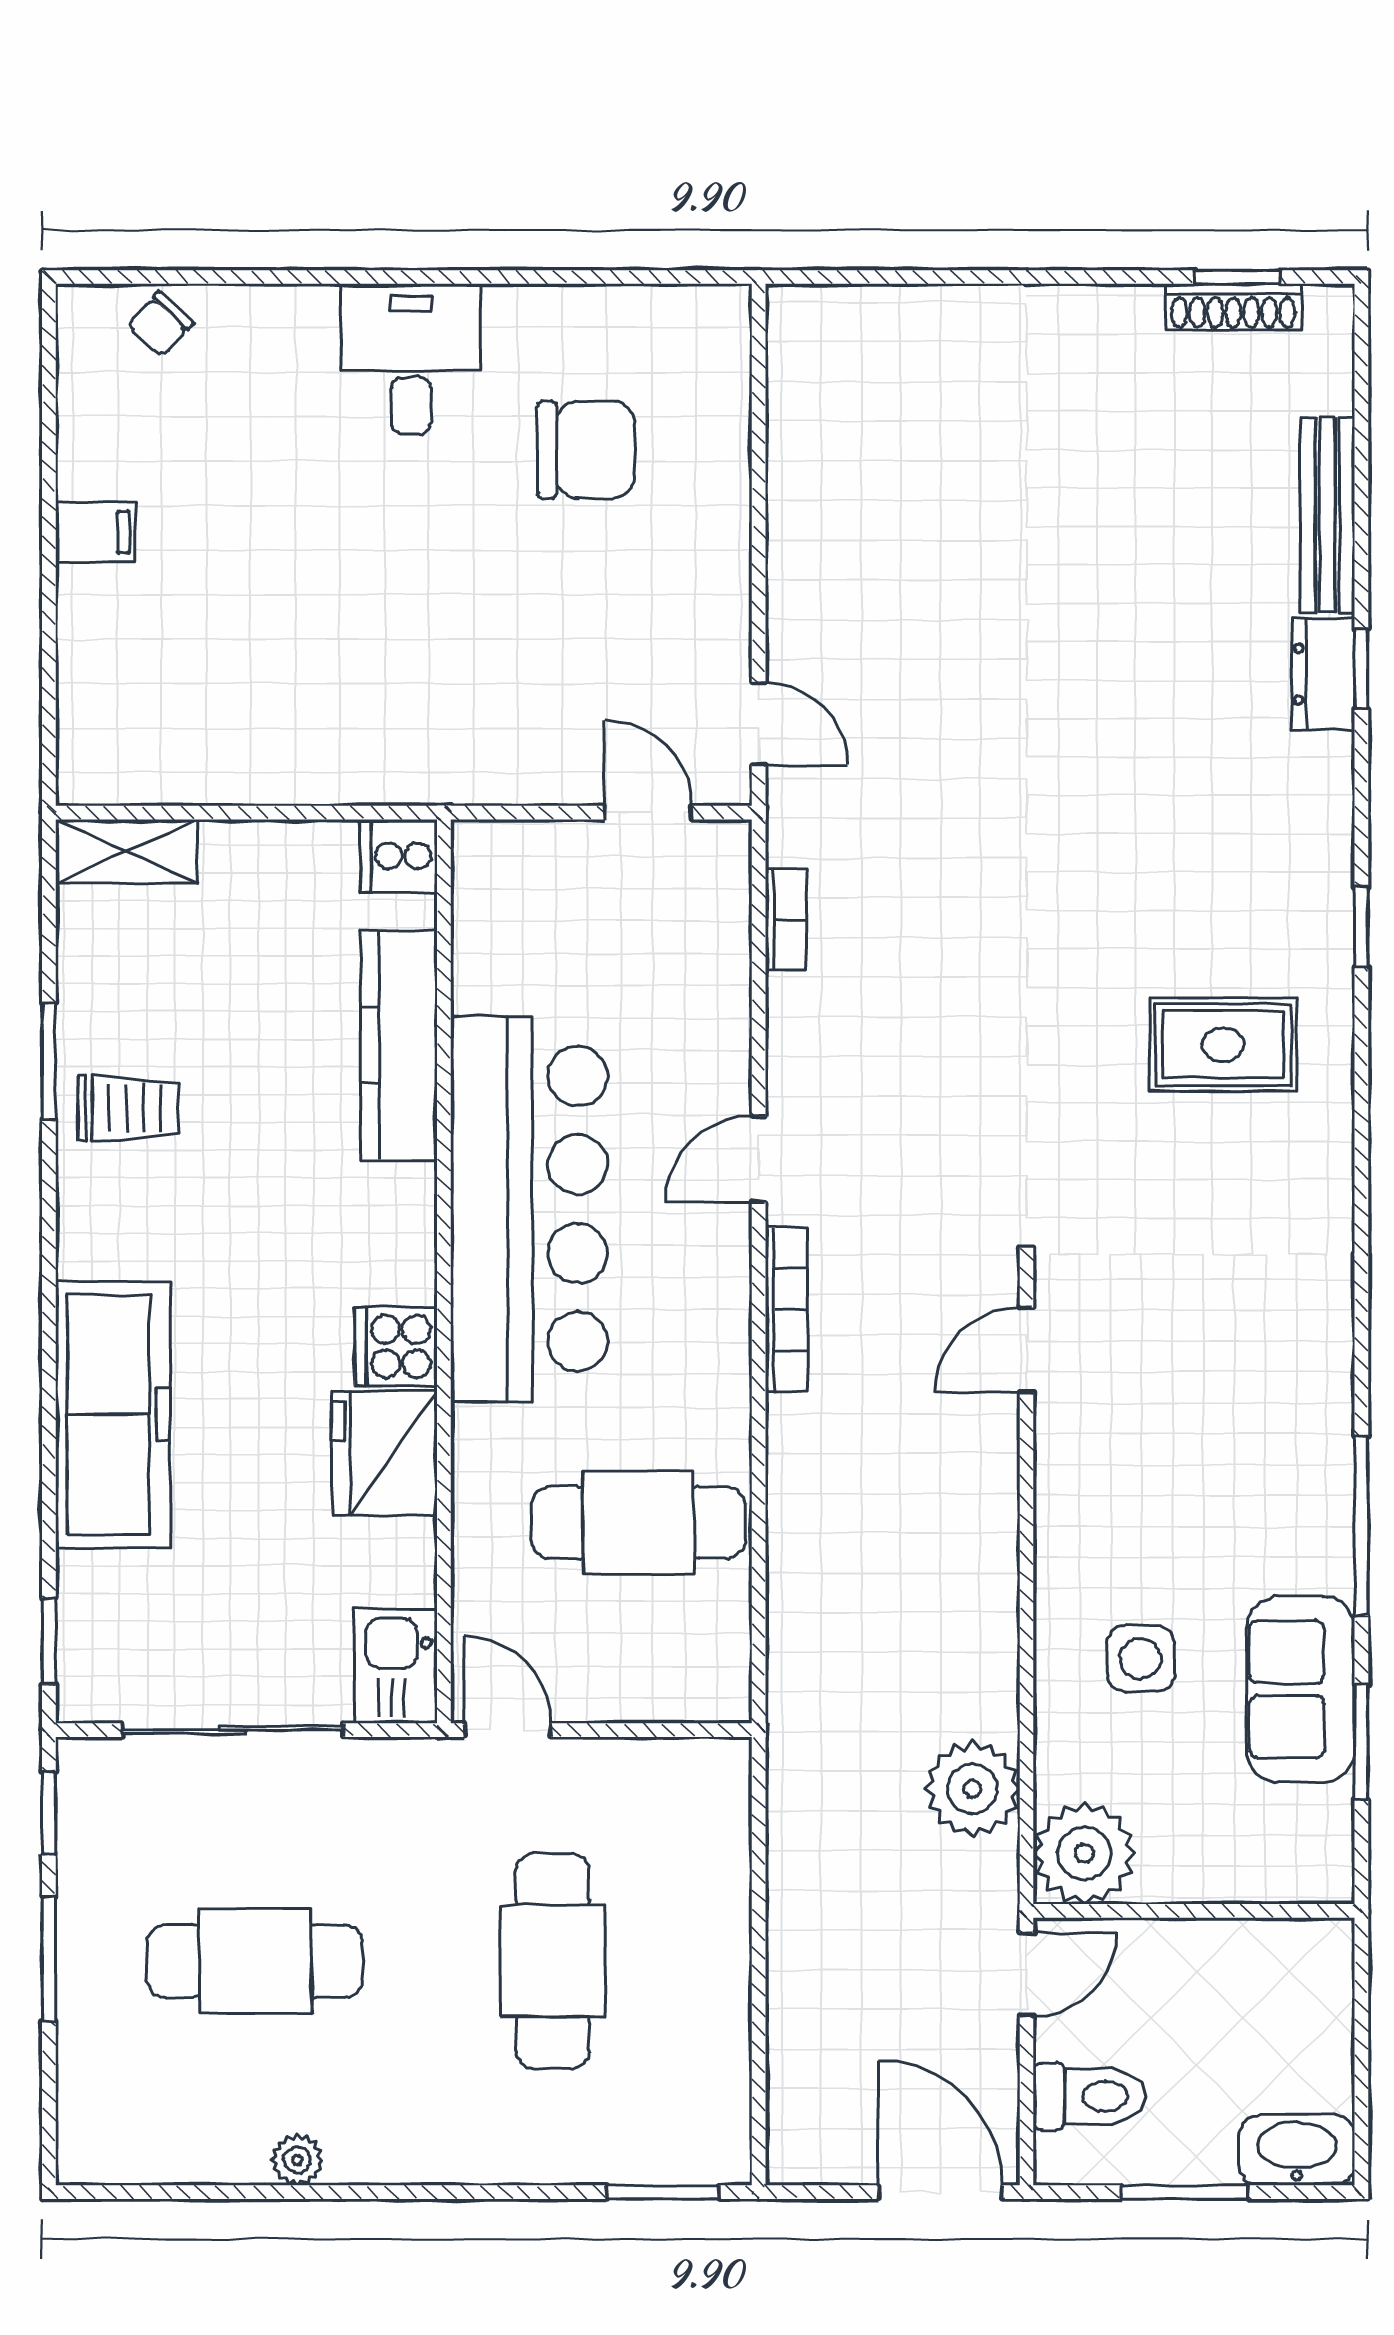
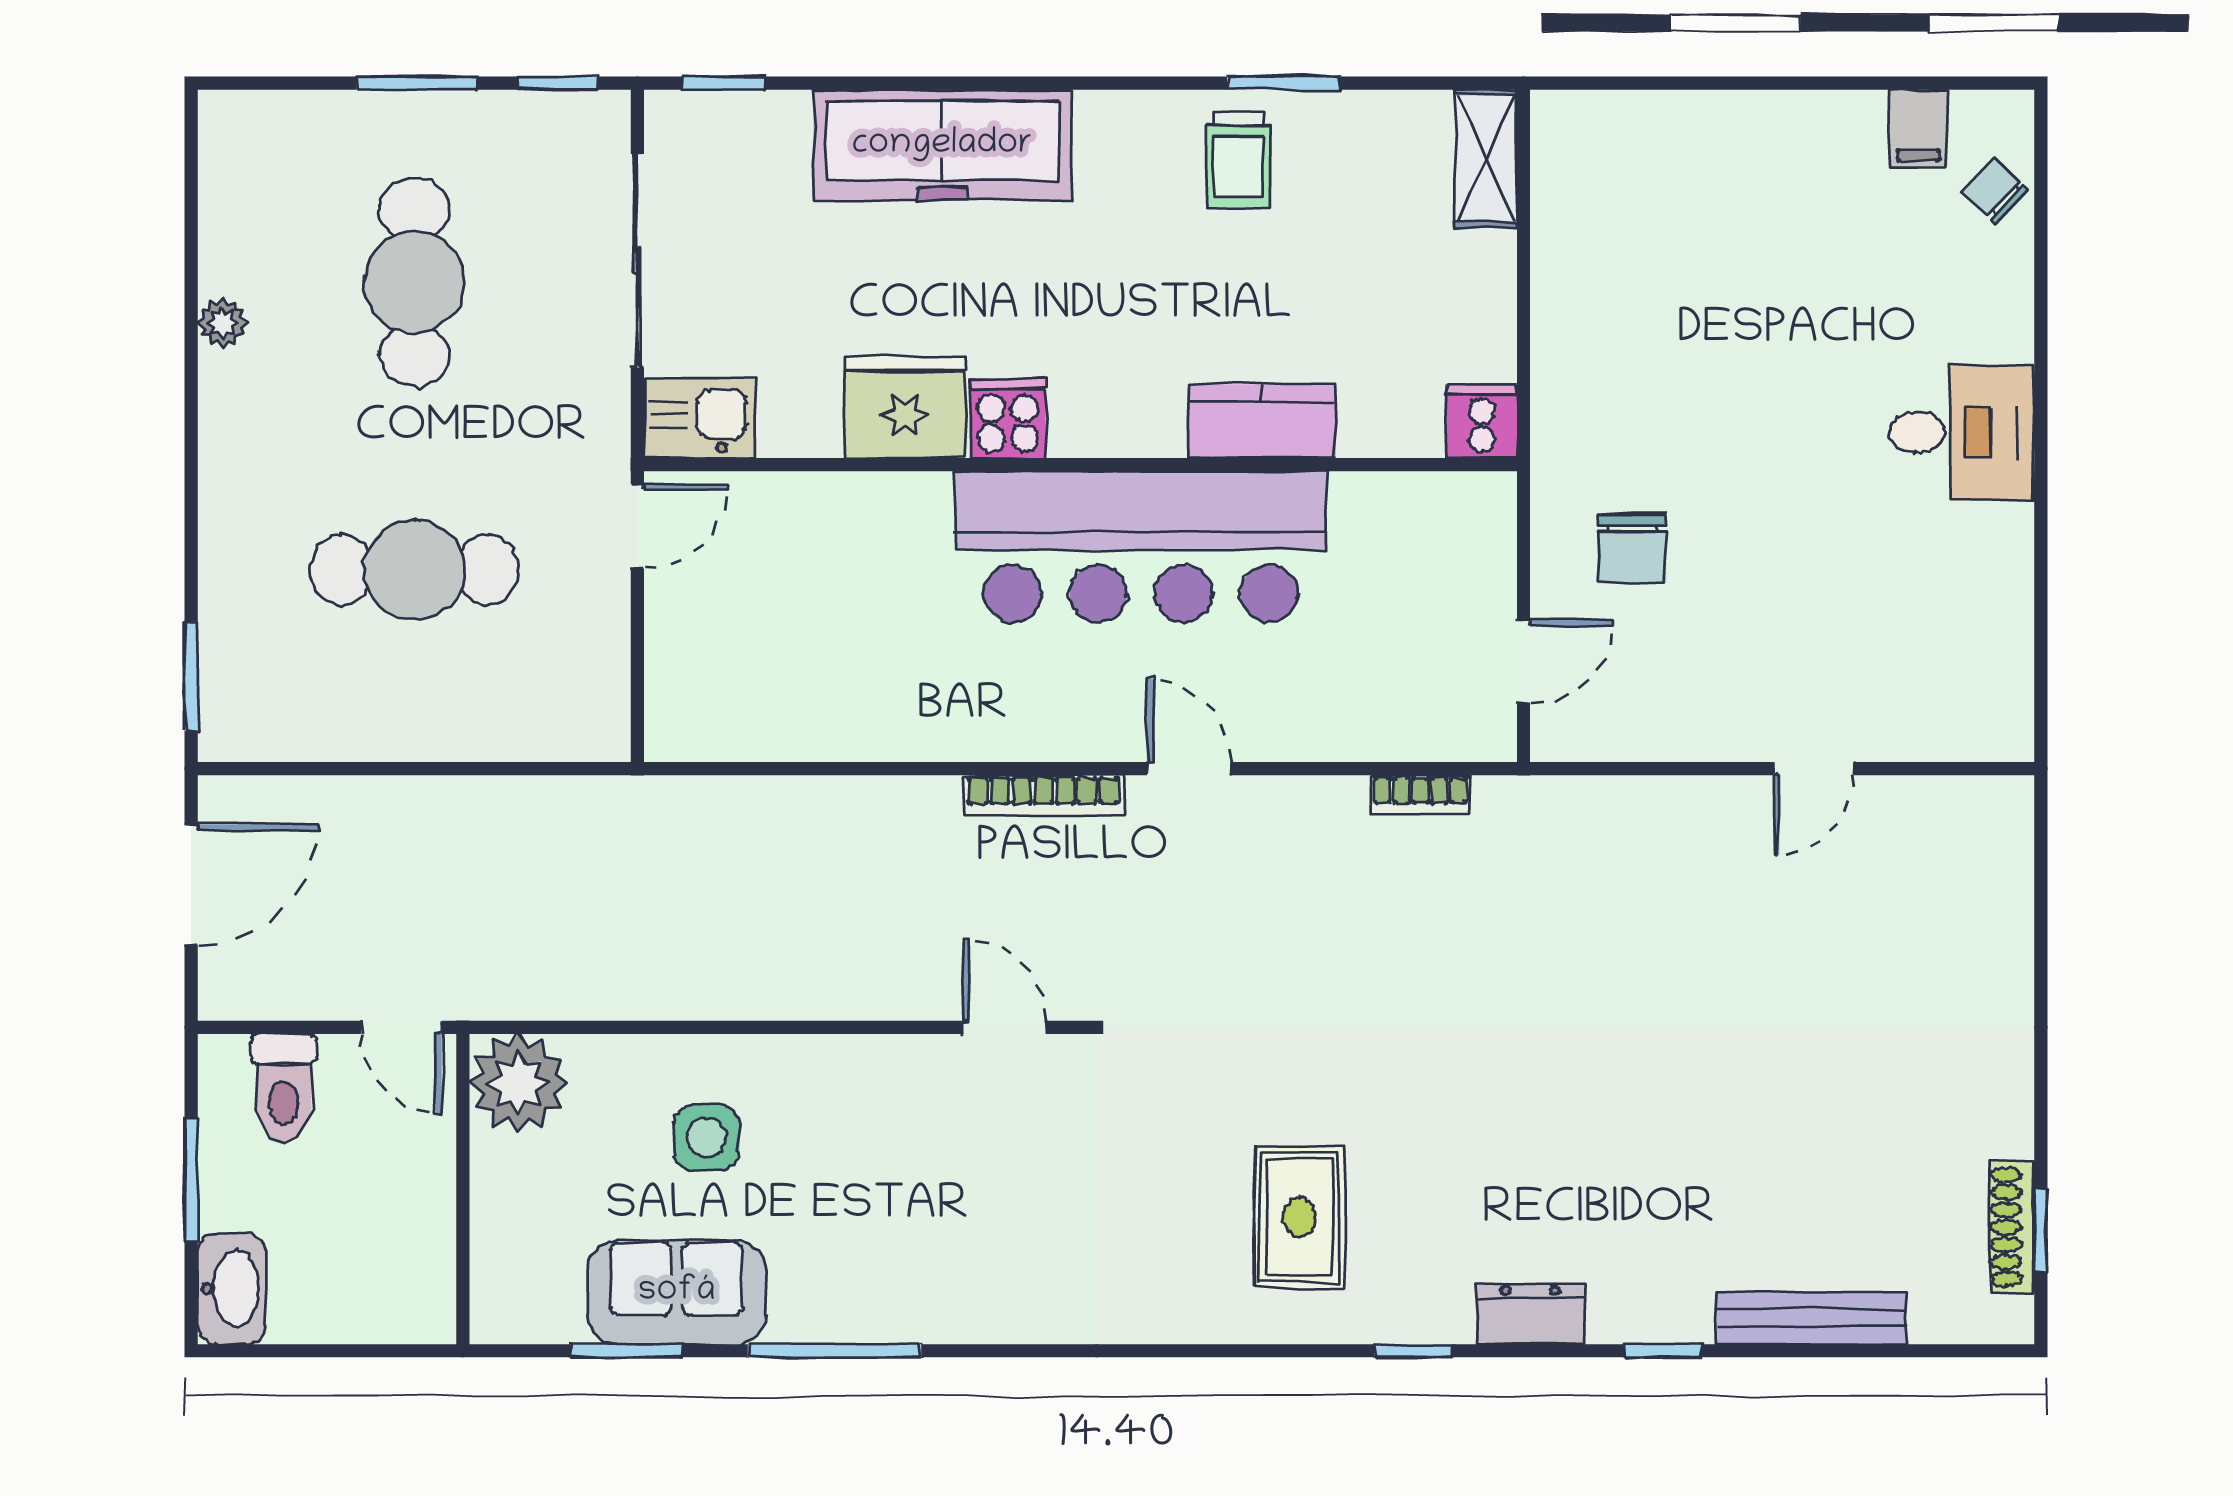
chair: (586, 450) -> (1632, 549), moved, width x0.73, depth x0.73
filing cabinet: (95, 532) -> (1918, 128), moved
dresser: (1323, 674) -> (1530, 1314), moved
door: (759, 724) -> (1813, 769), moved
kitchen counter: (399, 1045) -> (1262, 421), width x0.67
cafe table: (638, 1523) -> (838, 653), removed
plant: (972, 1789) -> (581, 975), removed
door: (940, 2192) -> (191, 885), moved

